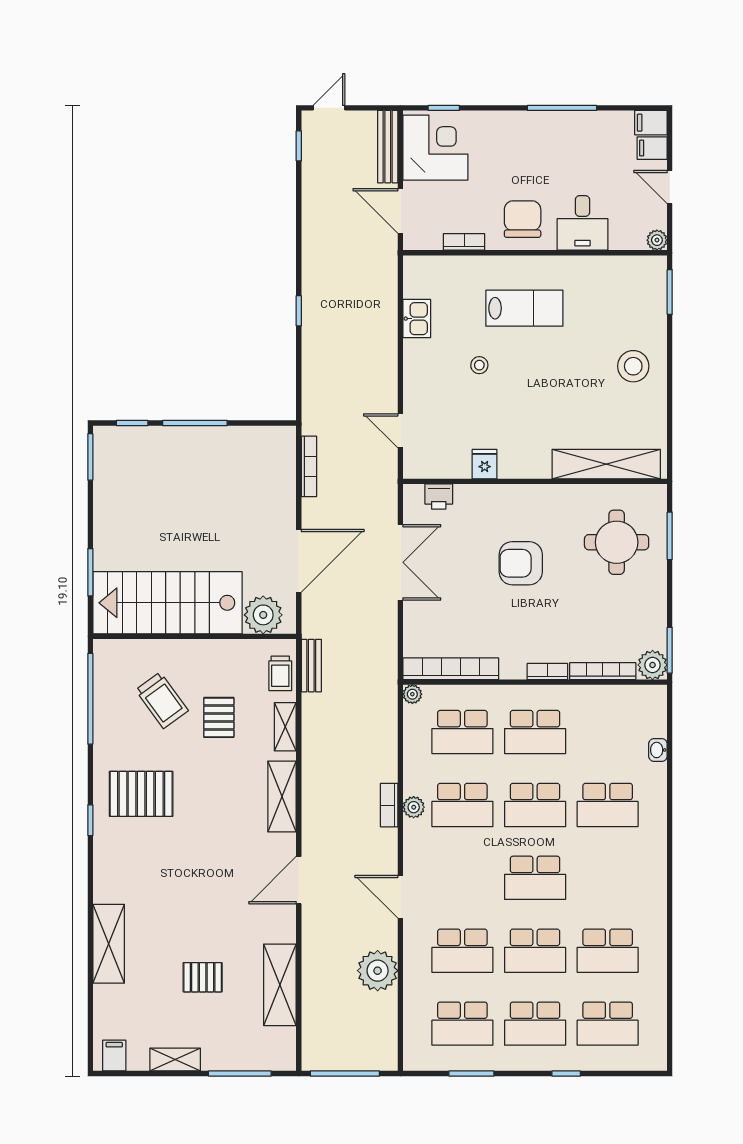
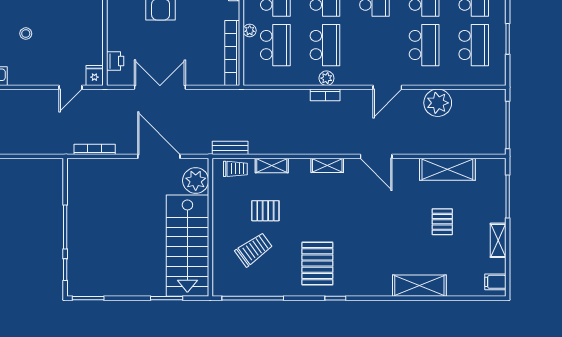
fridge: (485, 464) -> (94, 75), moved, turned 90
plant: (412, 694) -> (250, 30), moved
shelving: (282, 796) -> (327, 165), width x0.67, depth x0.75

